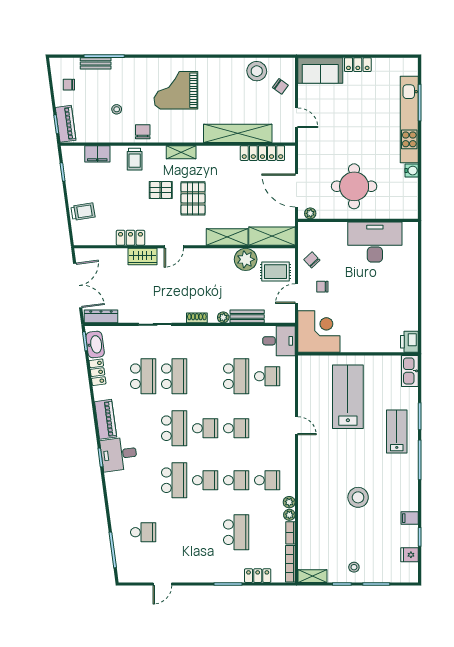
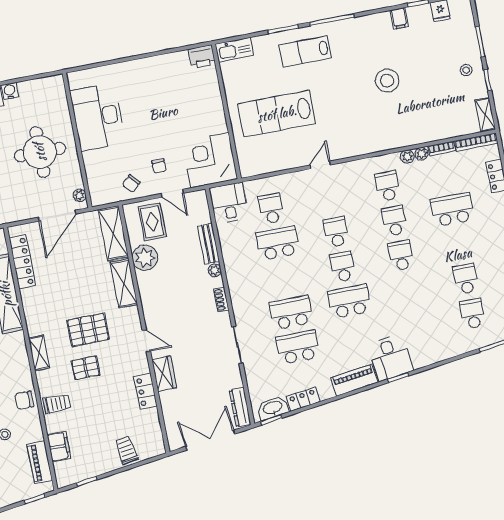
piano: (66, 124) -> (40, 462), moved, turned -82
pallet: (161, 190) -> (86, 368), turned 90
school desk: (174, 480) -> (466, 279), moved, width x0.54

